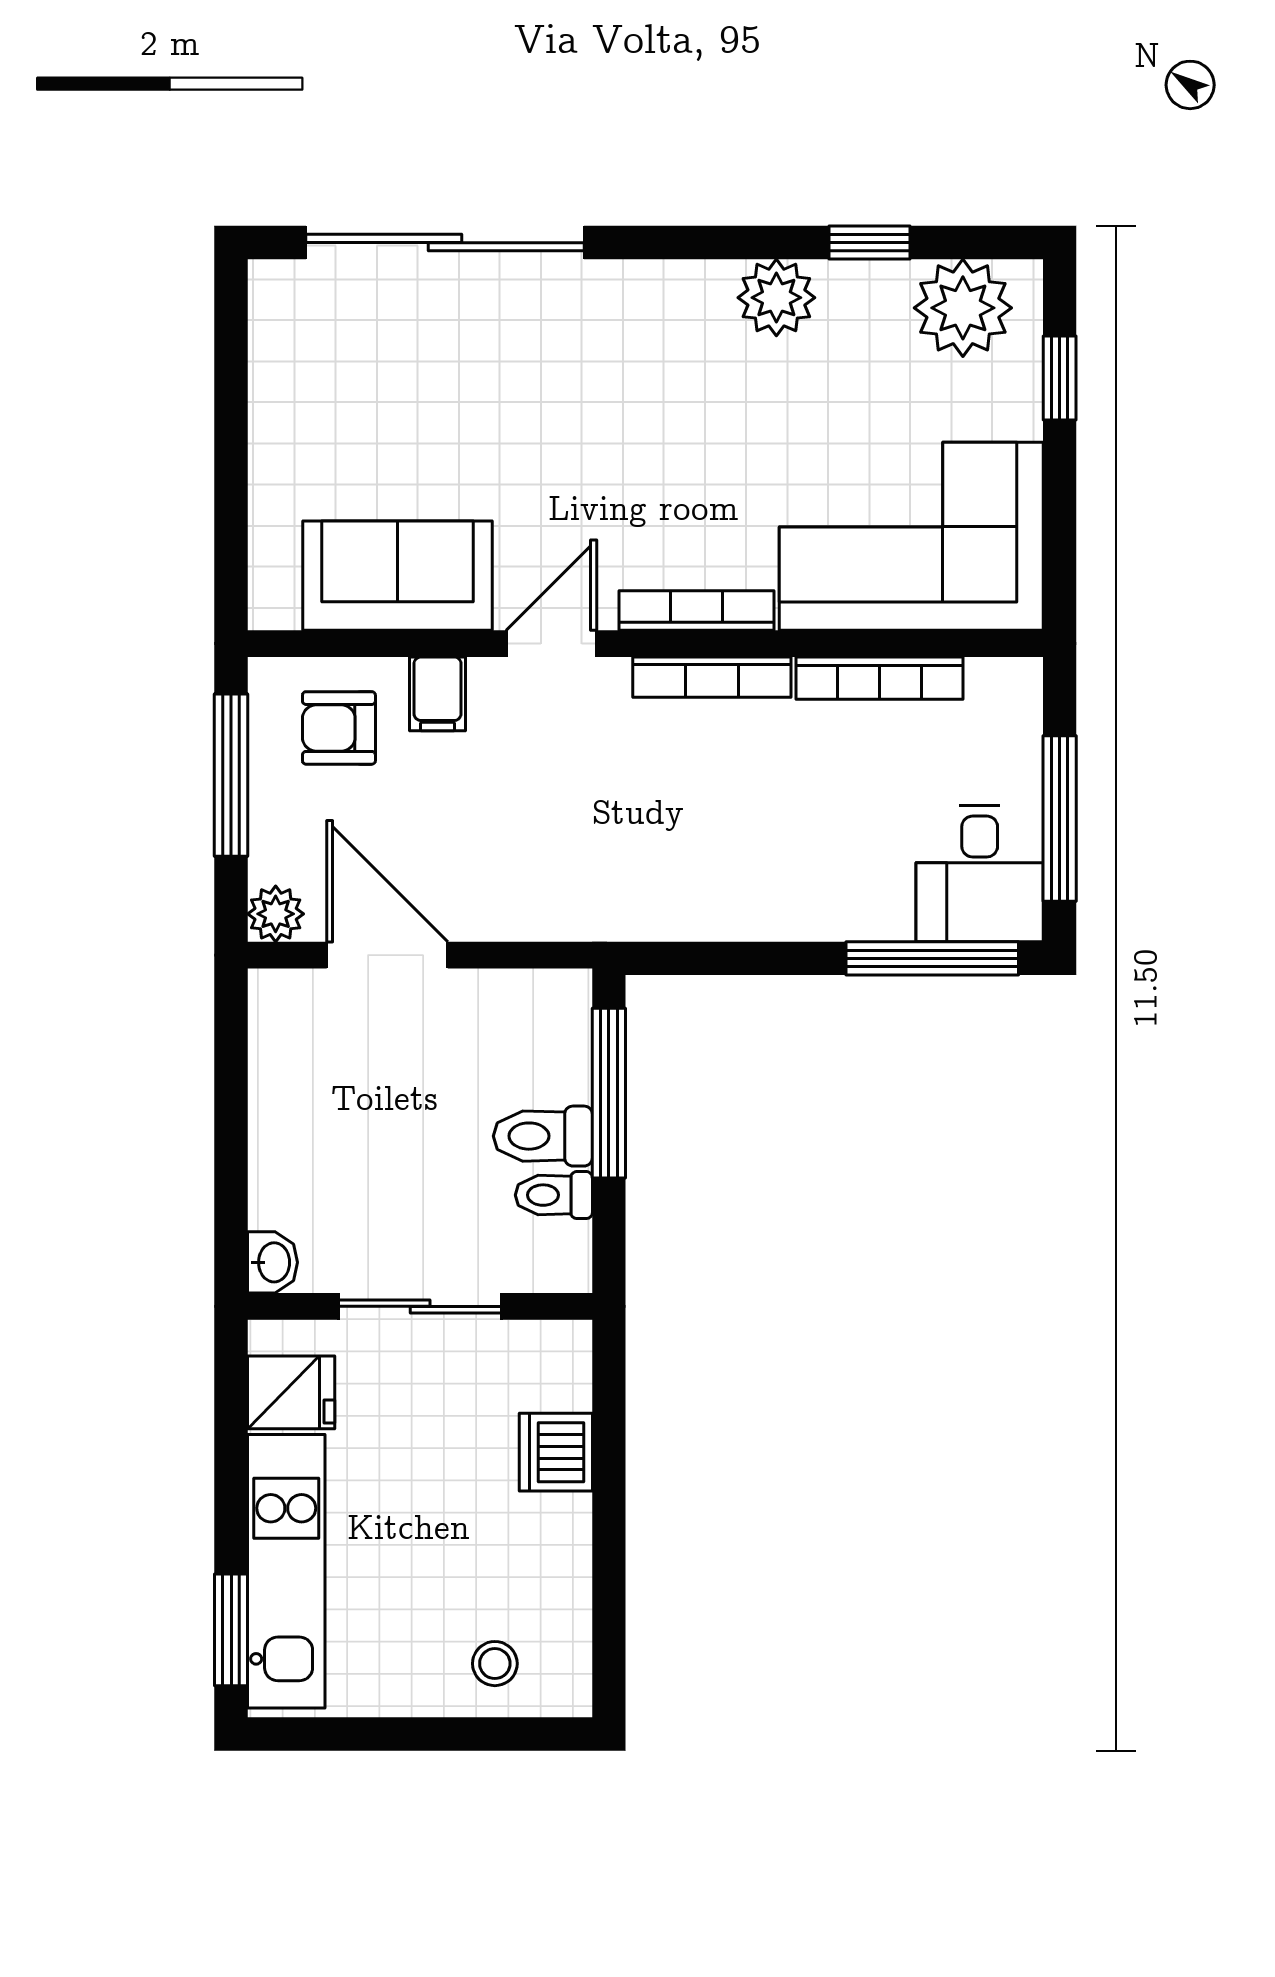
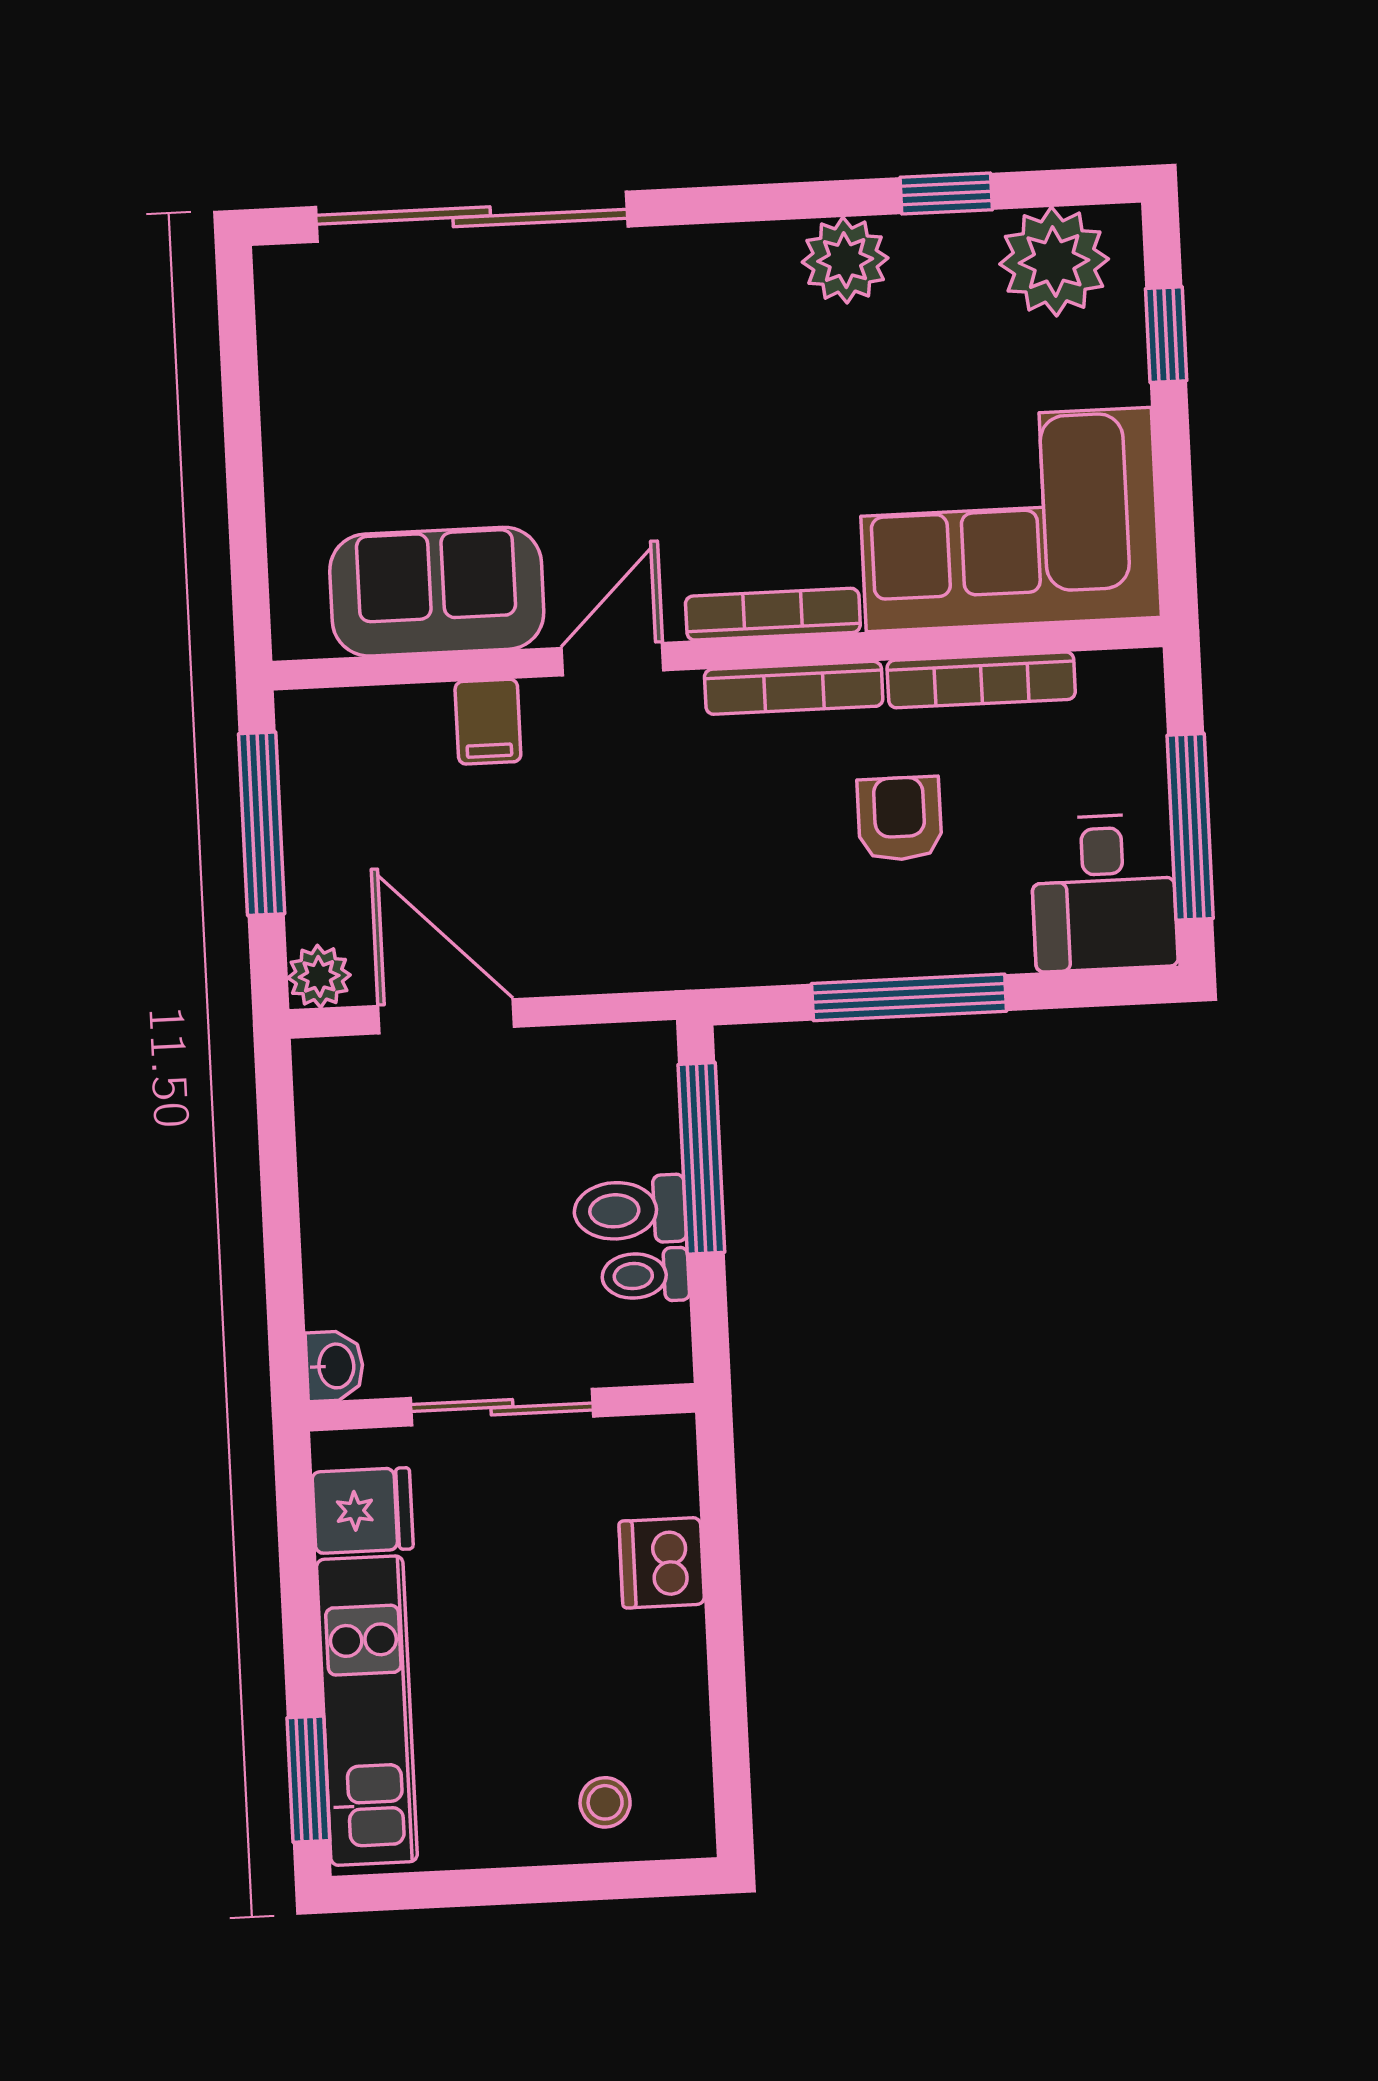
armchair: (339, 728) -> (900, 819), moved, turned 90
window: (932, 958) -> (909, 997), moved

